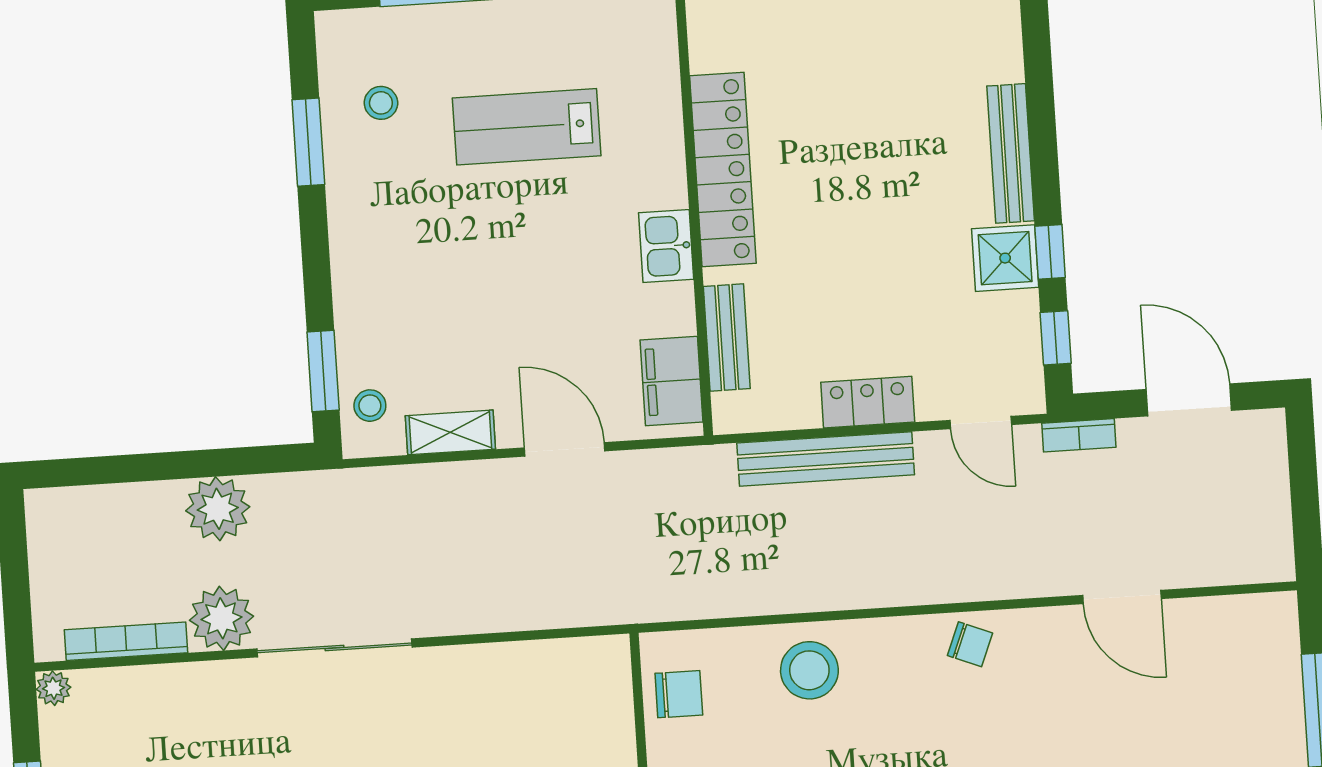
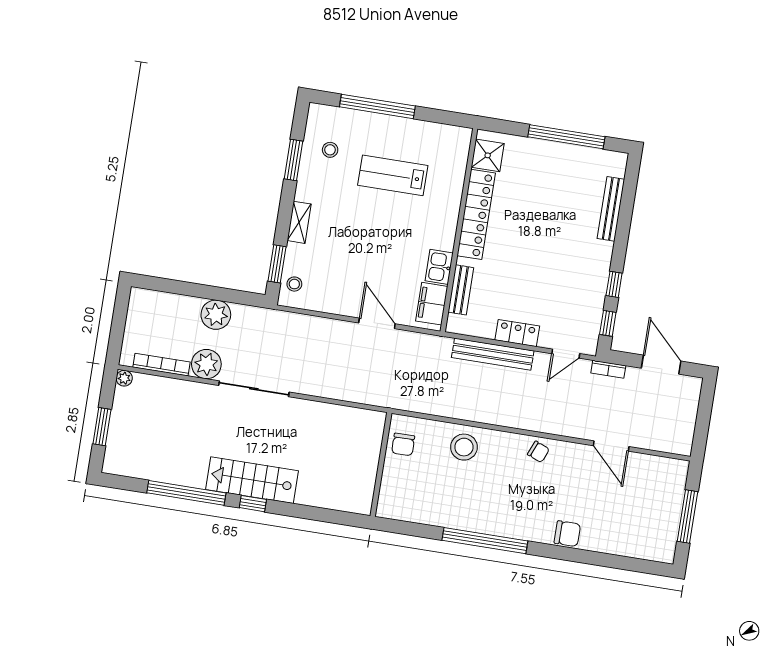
bench: (1011, 153) -> (611, 209), moved
kitchen sink: (666, 246) -> (439, 267), moved
shower: (1005, 258) -> (488, 155), moved
door: (981, 422) -> (566, 354), hinge flipped
shelving: (450, 432) -> (299, 222), moved, turned 90
chair: (679, 694) -> (403, 444), turned 89

